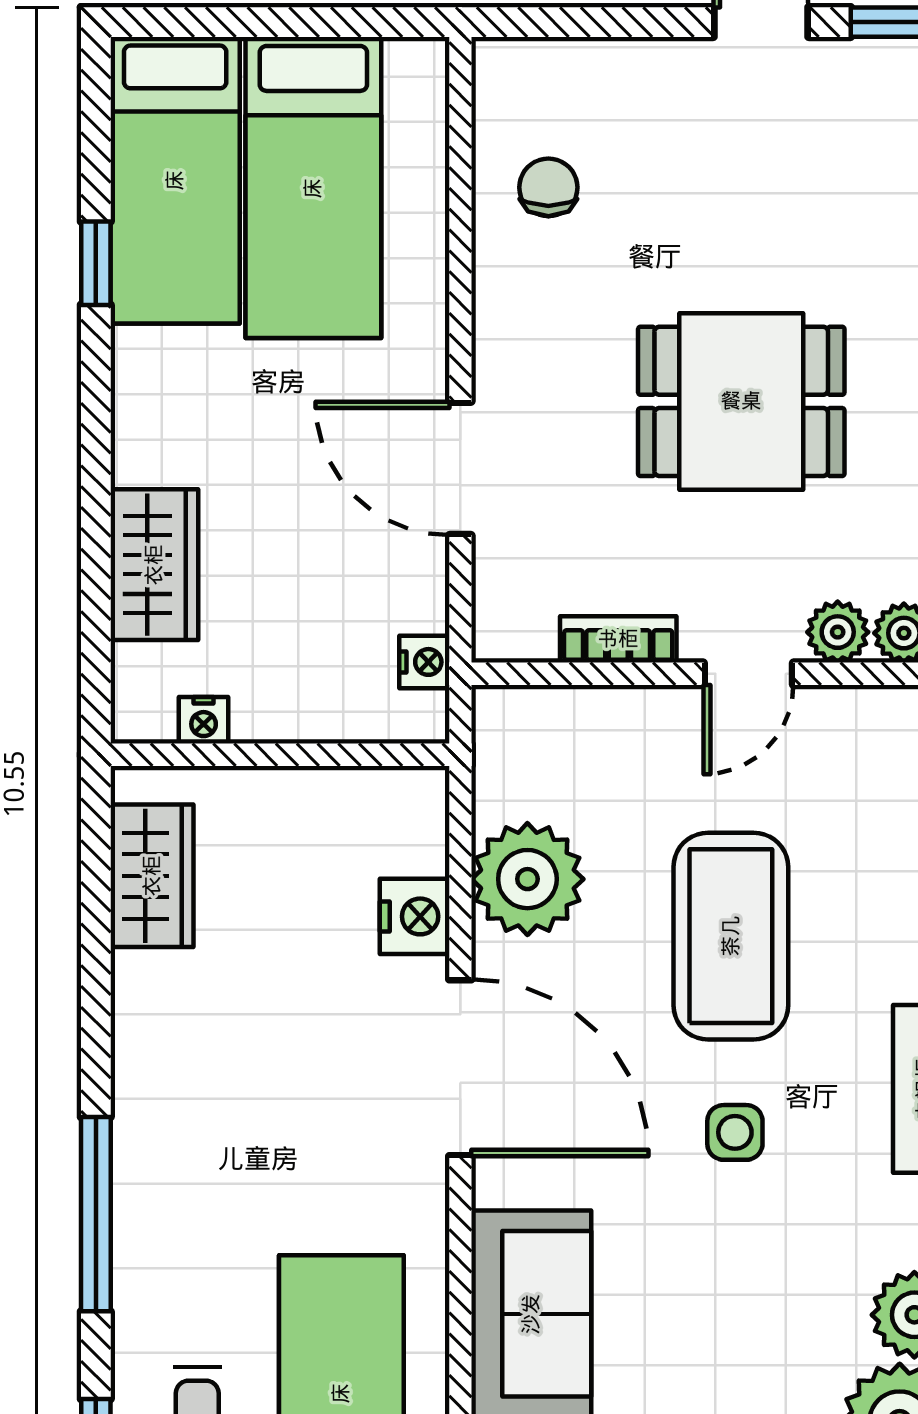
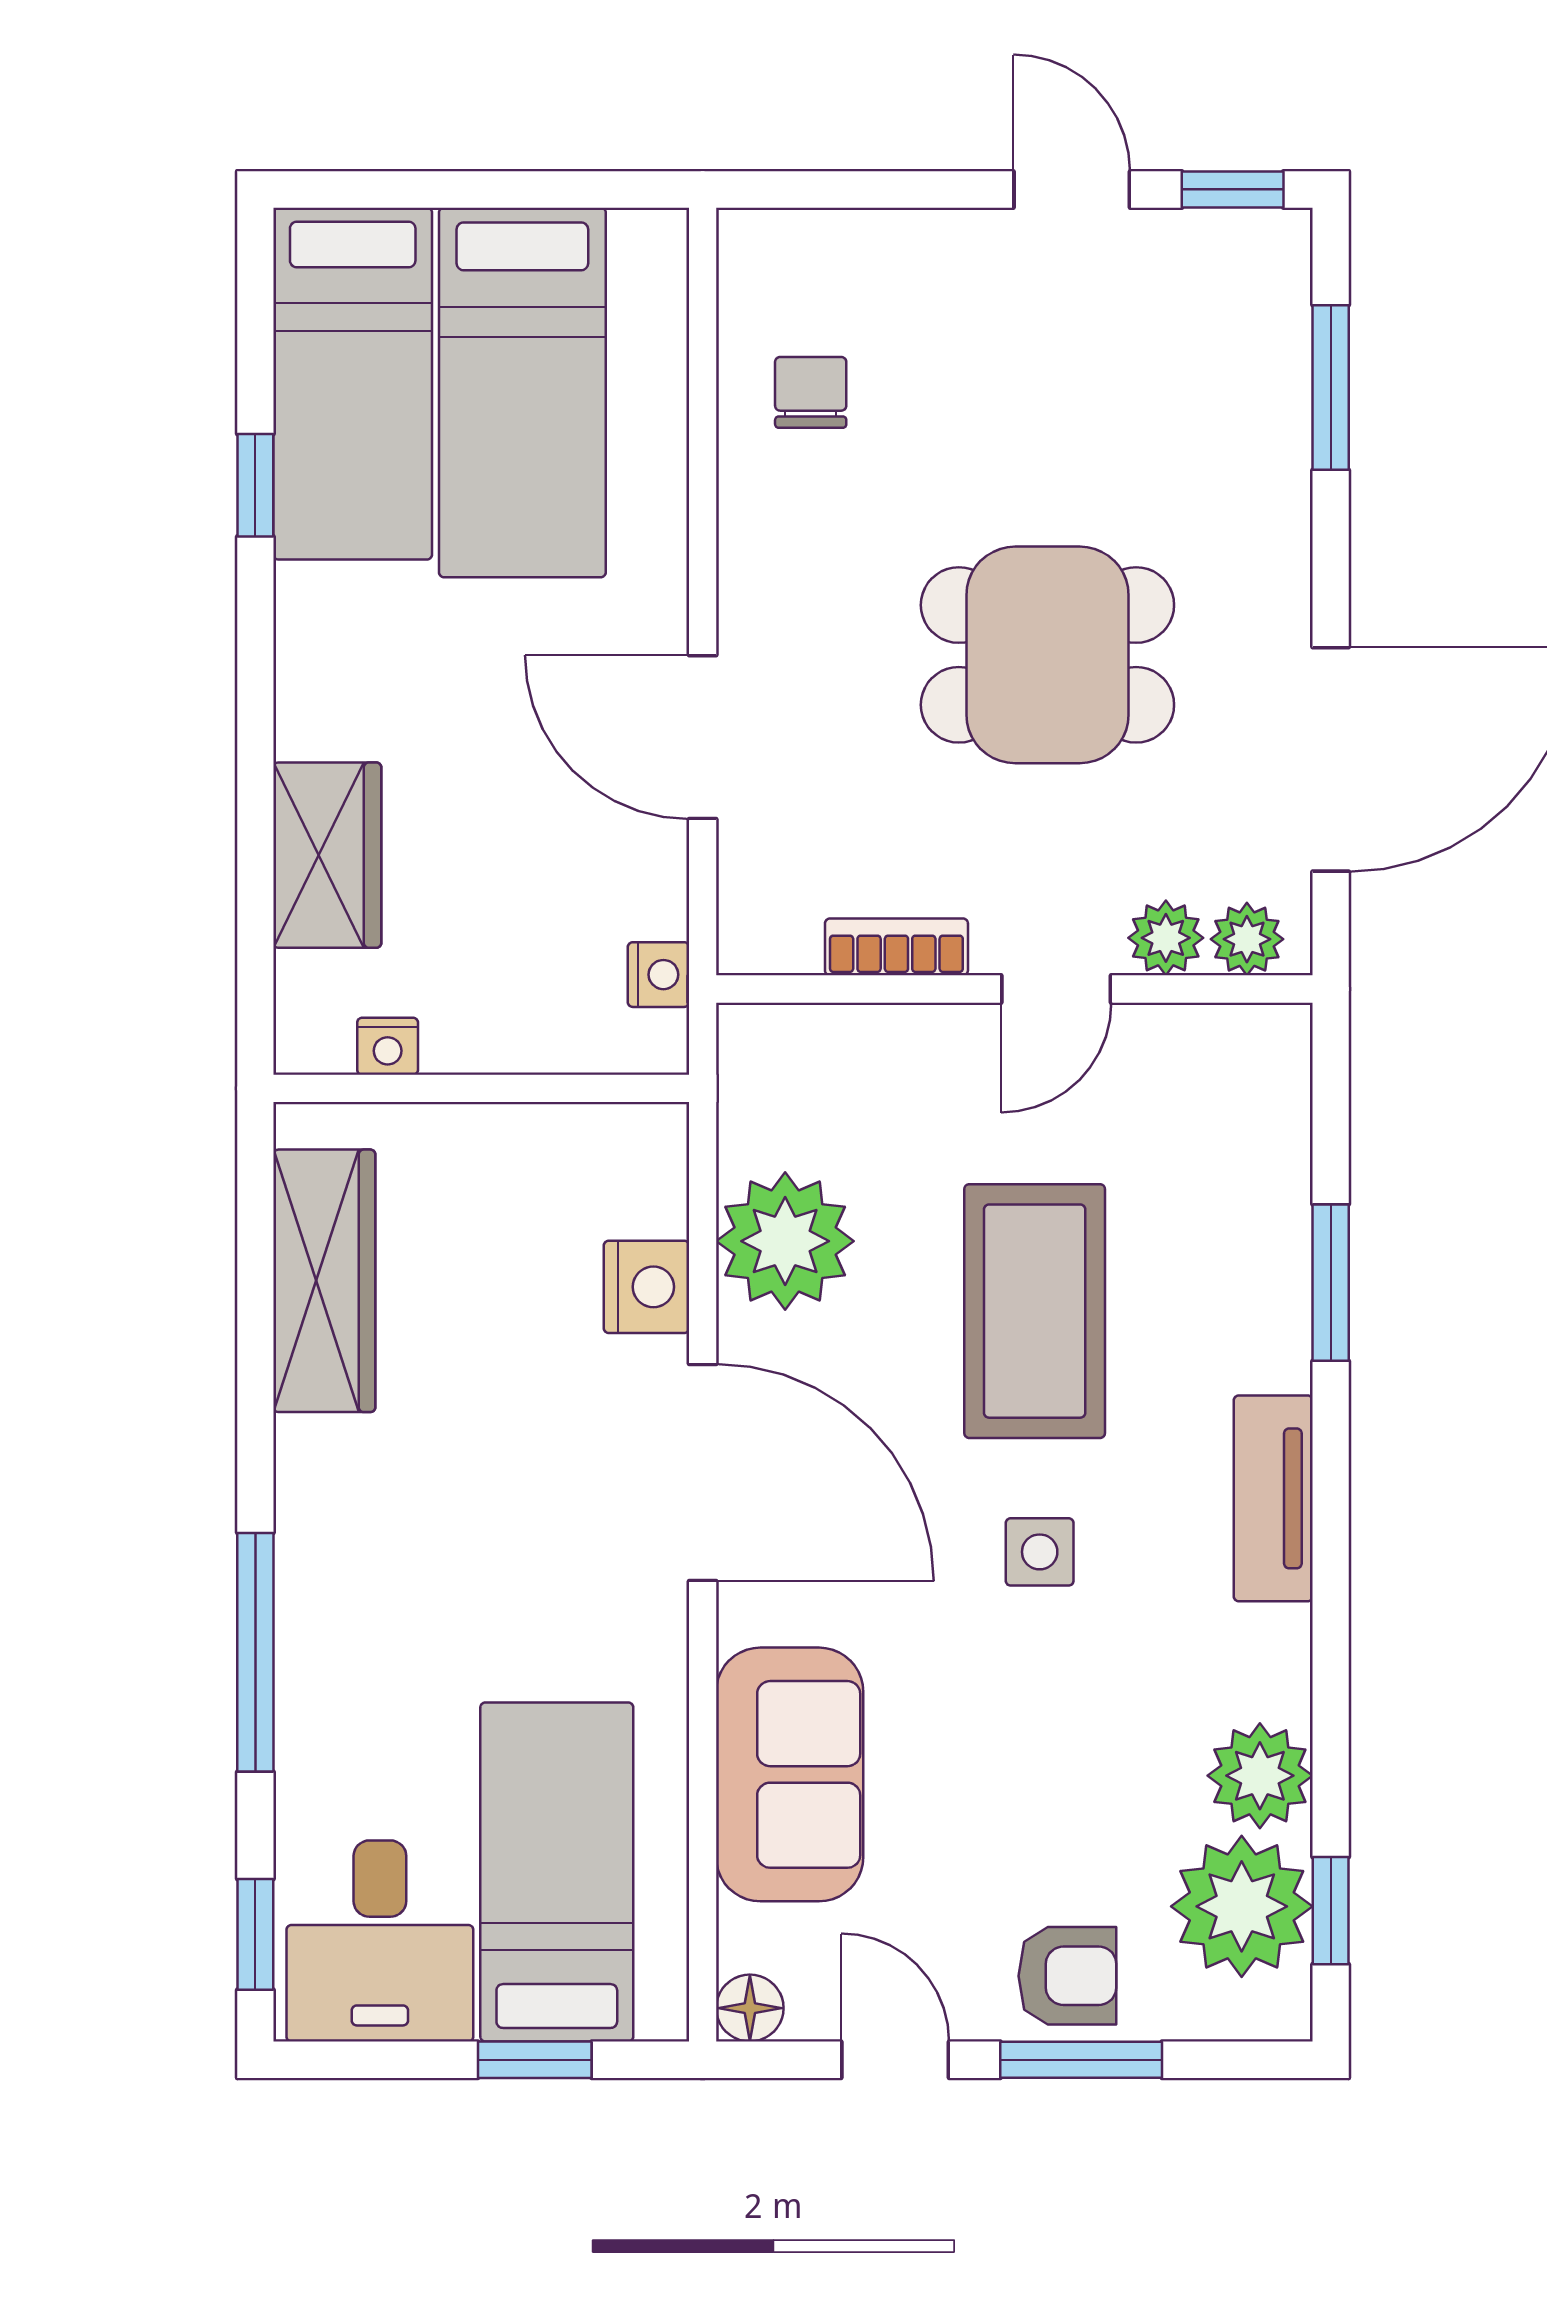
wardrobe: (152, 876) -> (324, 1281), width x1.50

